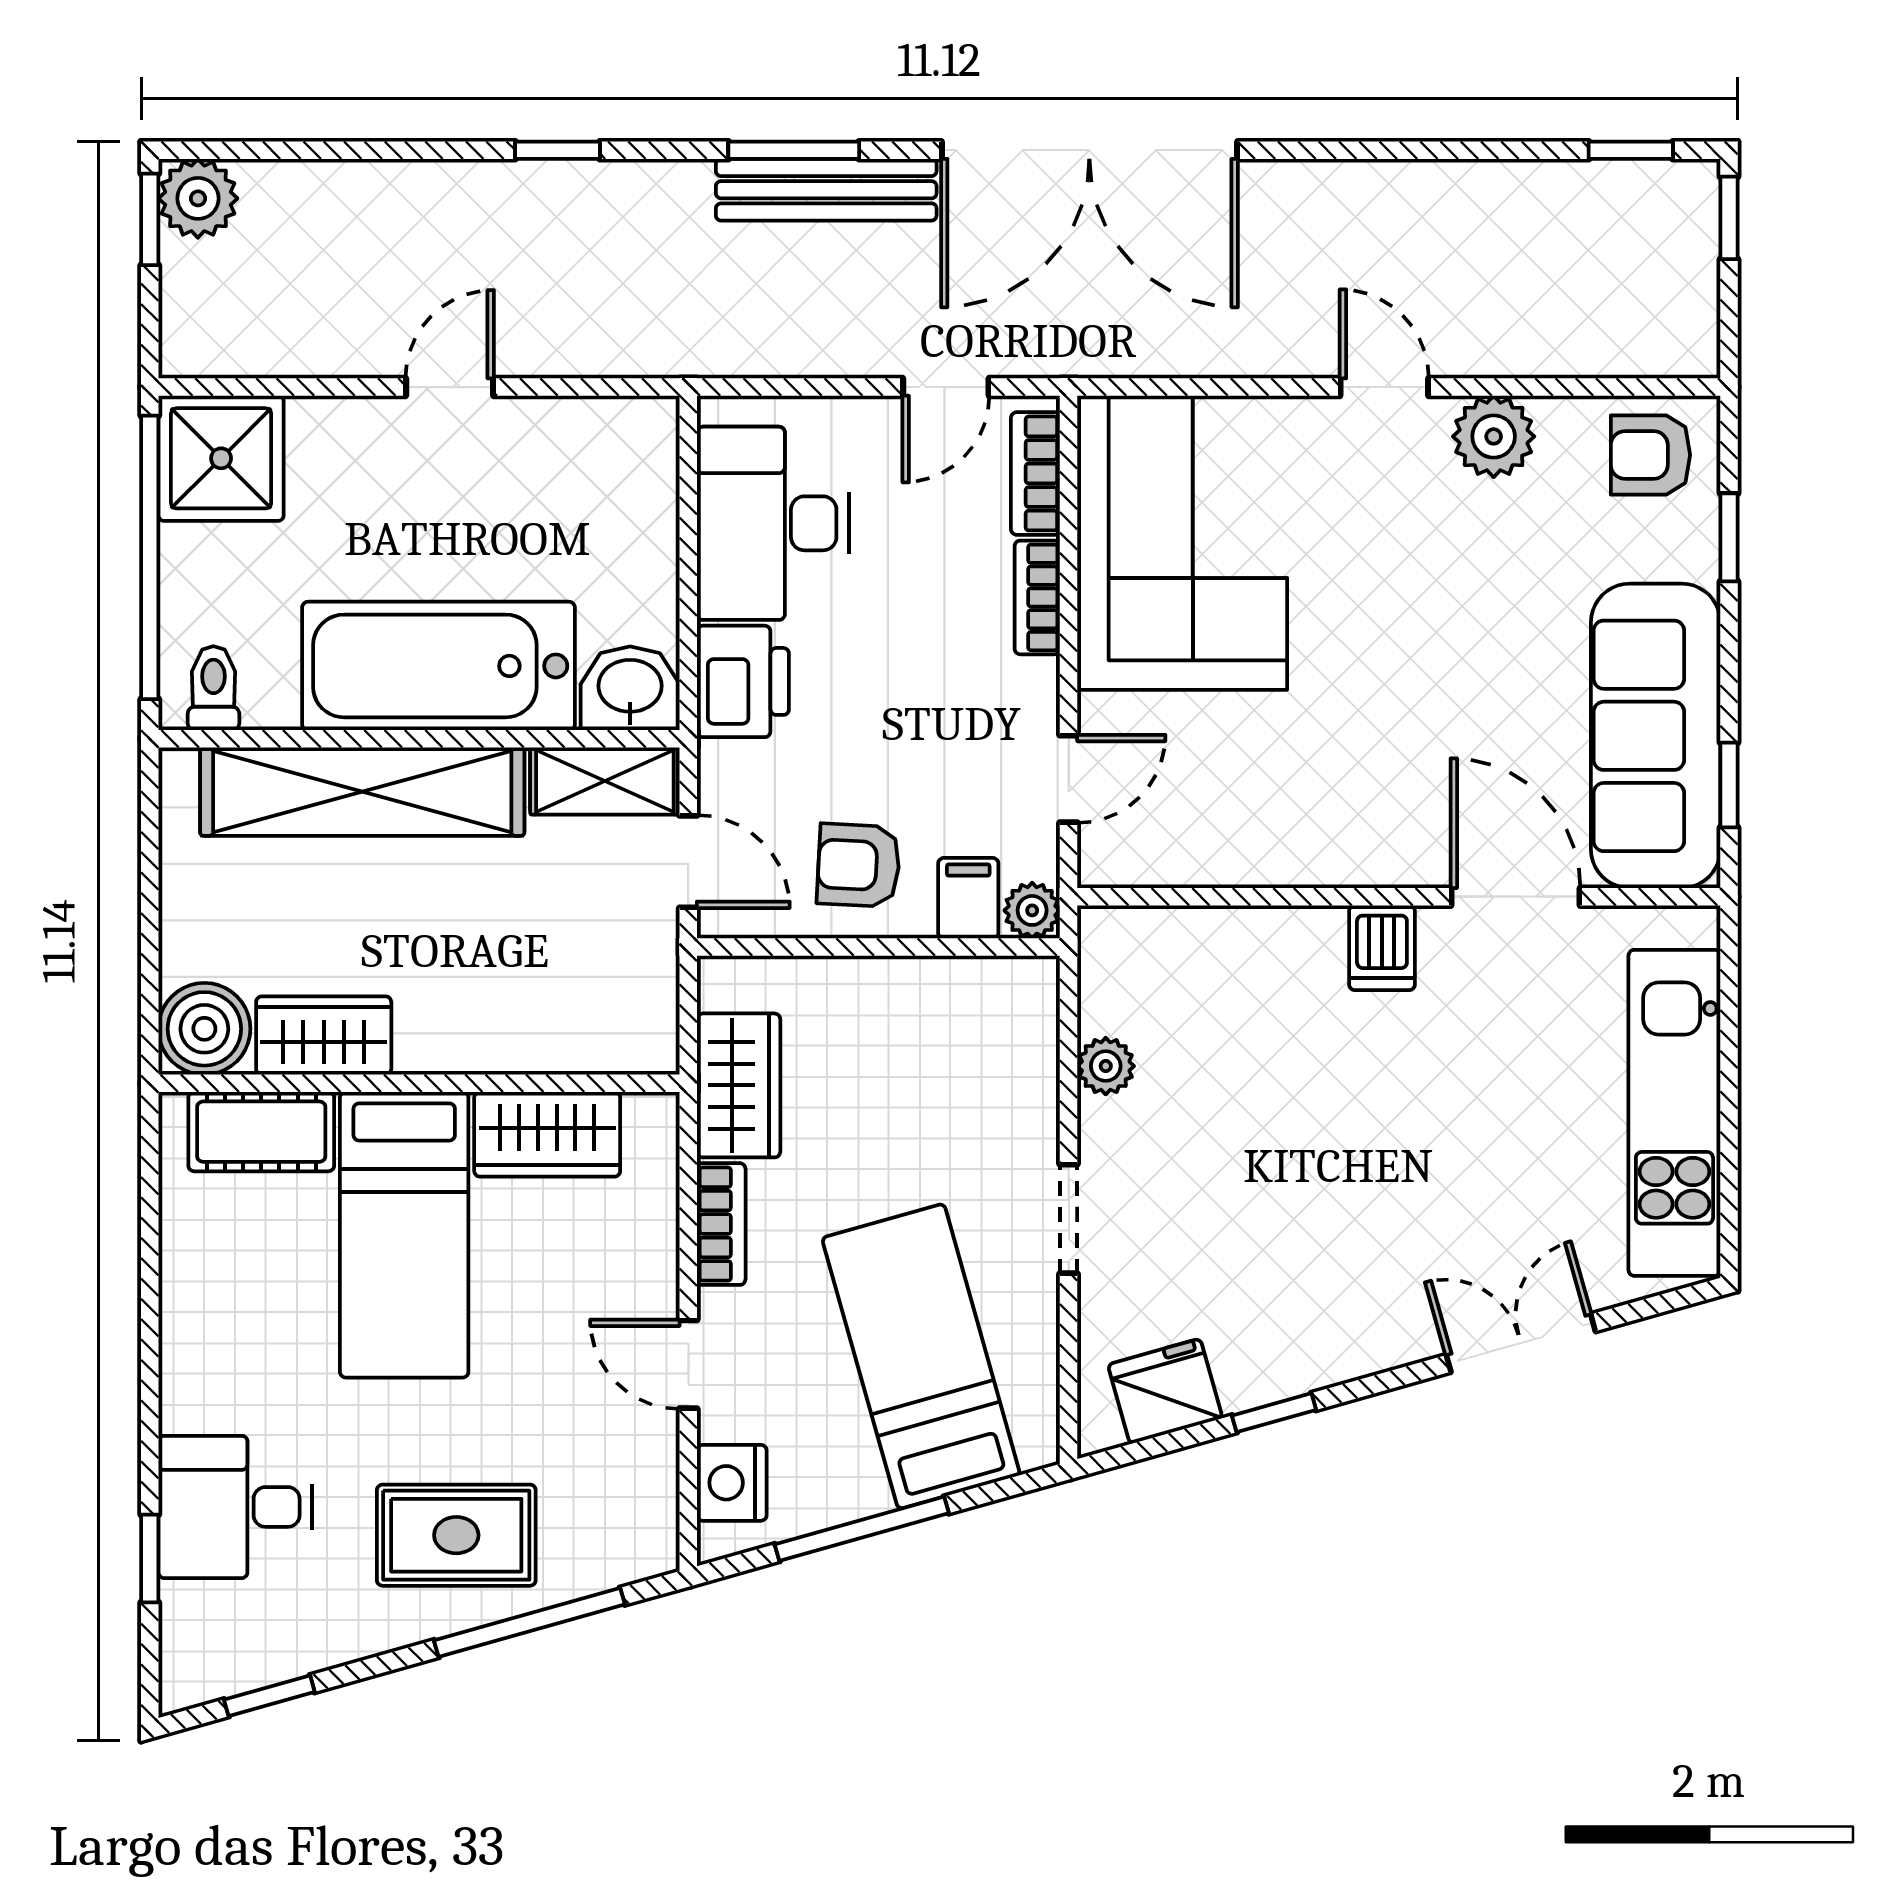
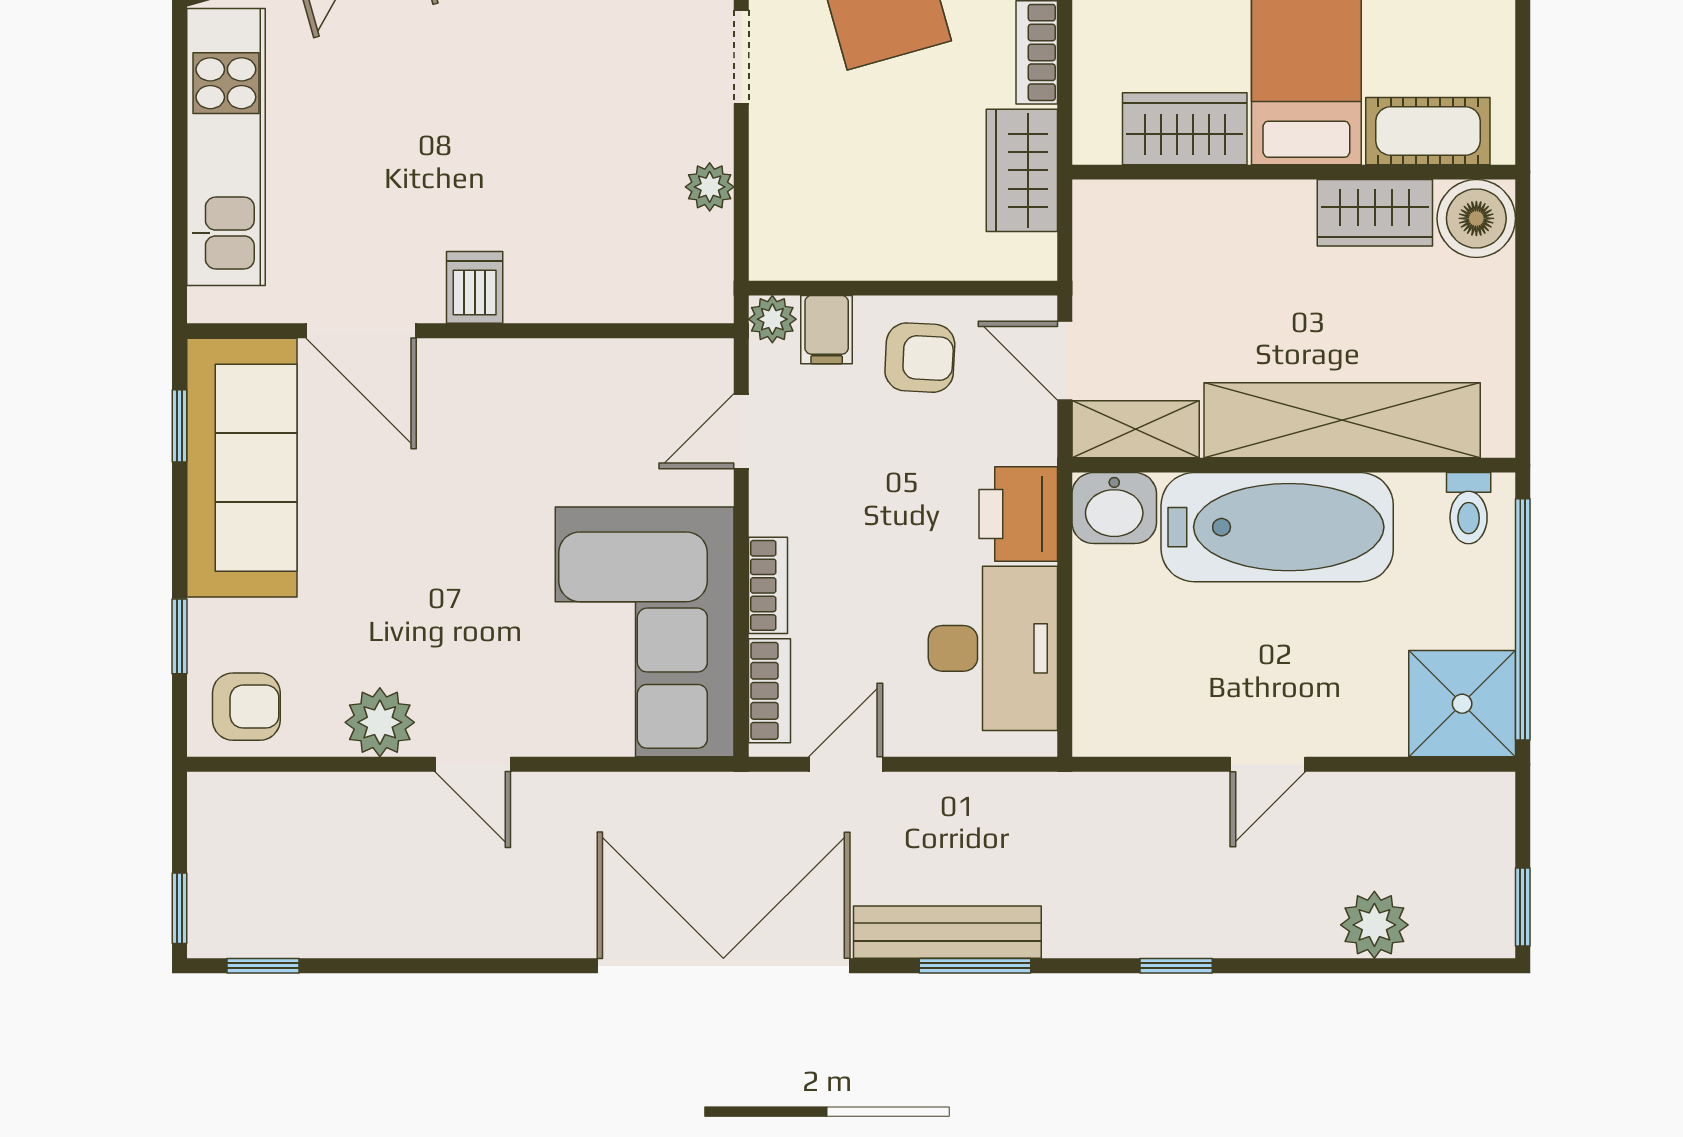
plant: (198, 198) -> (1374, 925), moved

